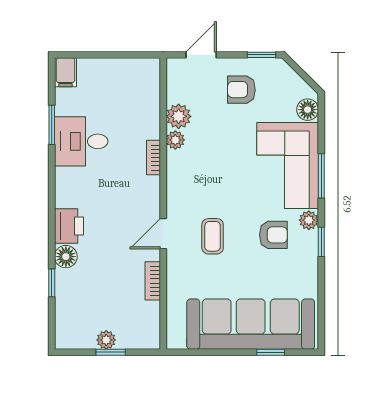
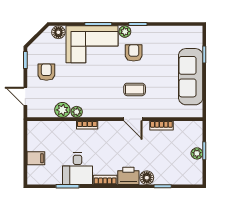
filing cabinet: (65, 72) -> (36, 158), moved
armchair: (241, 90) -> (46, 72), turned 180
bookcase: (62, 187) -> (105, 180), added
sofa: (251, 324) -> (191, 77), width x0.74, depth x0.79

